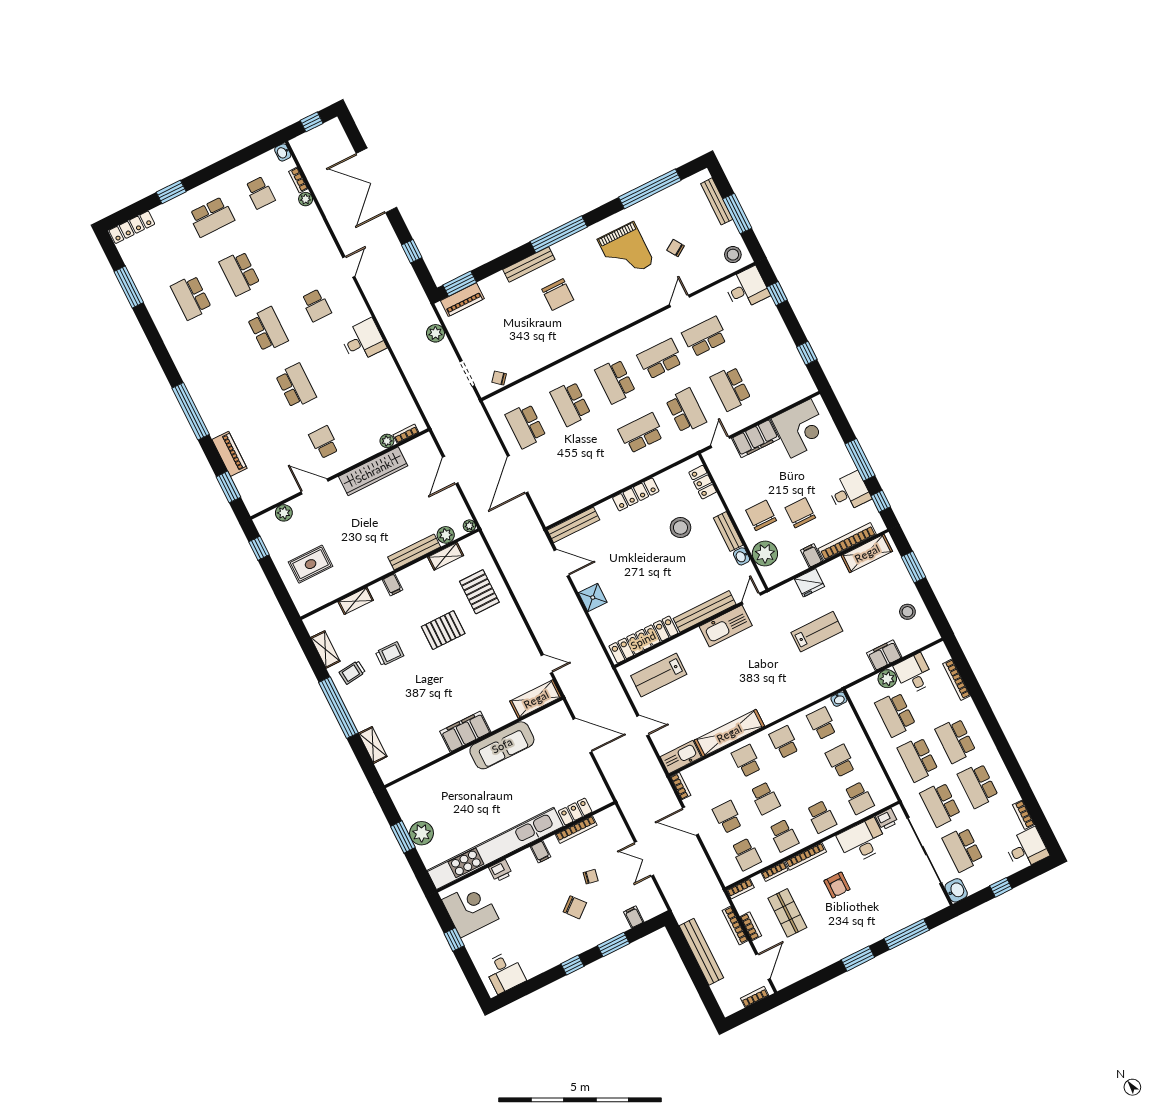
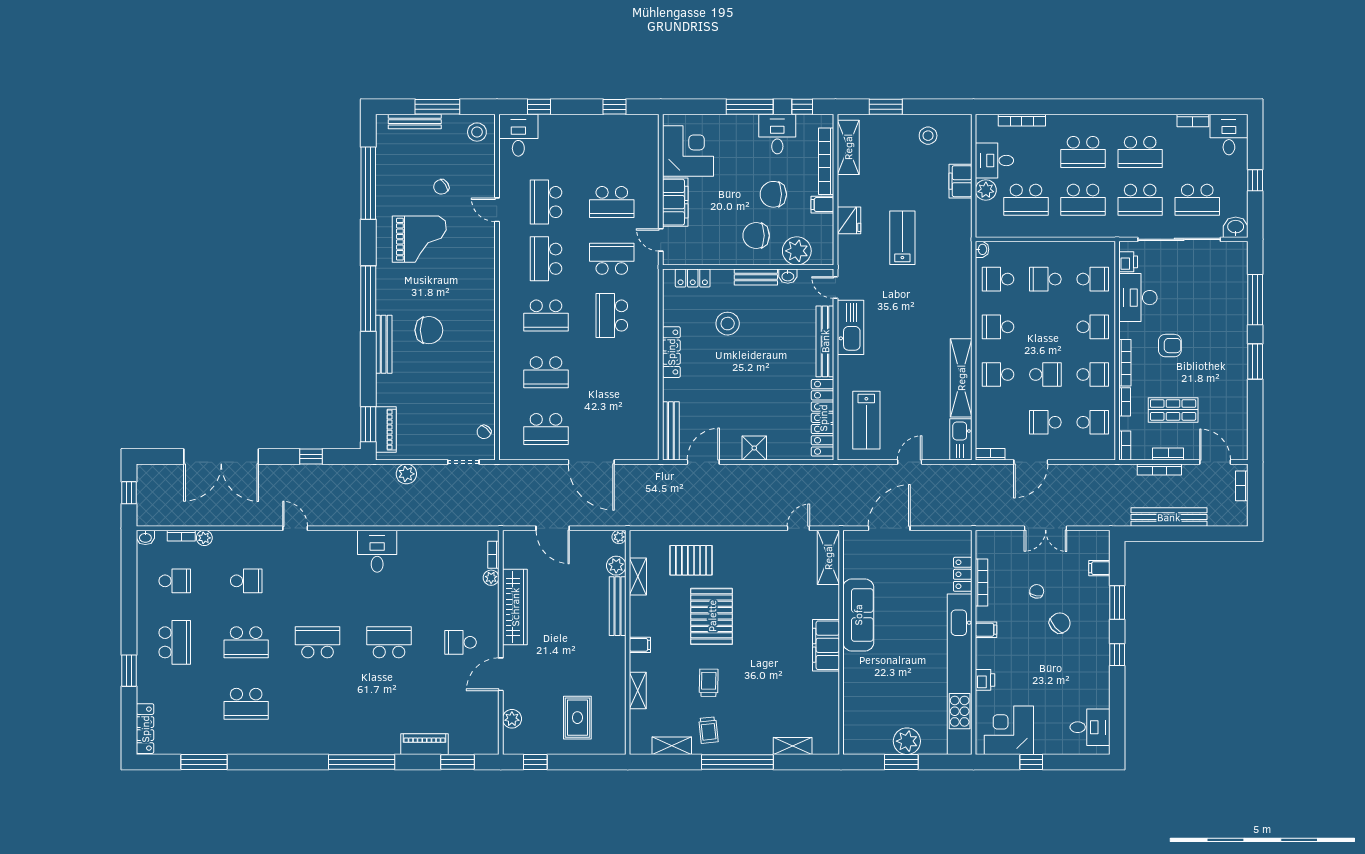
school desk: (316, 305) -> (246, 581), moved
pallet: (443, 630) -> (712, 616), width x1.37, depth x1.41

